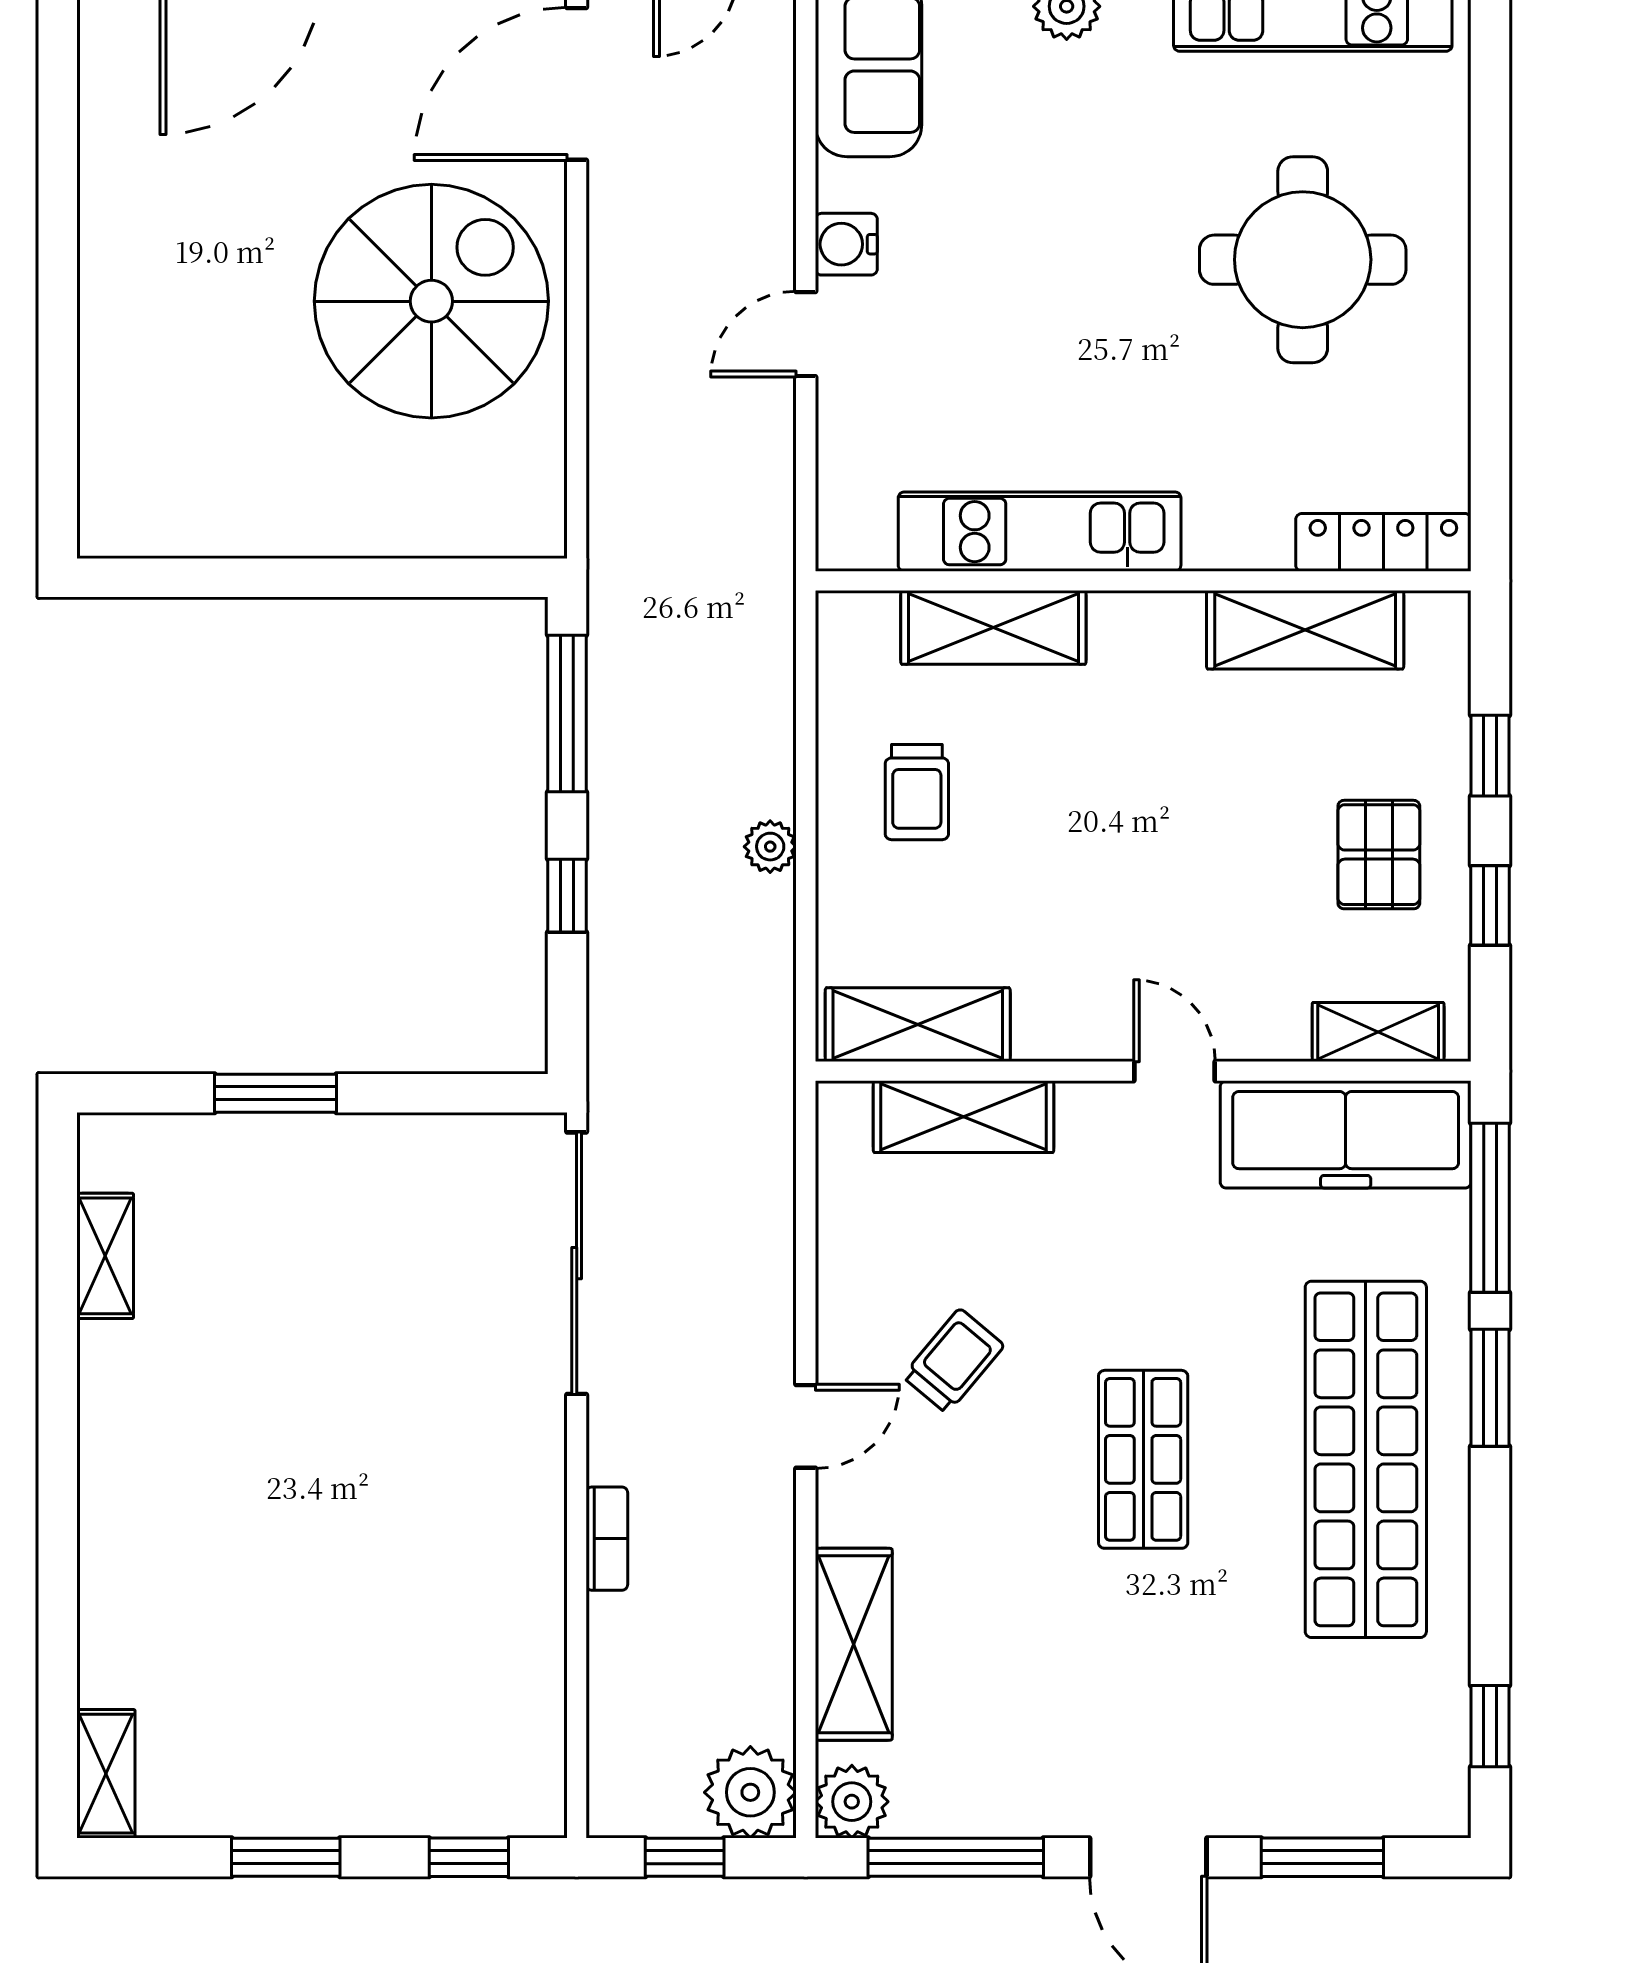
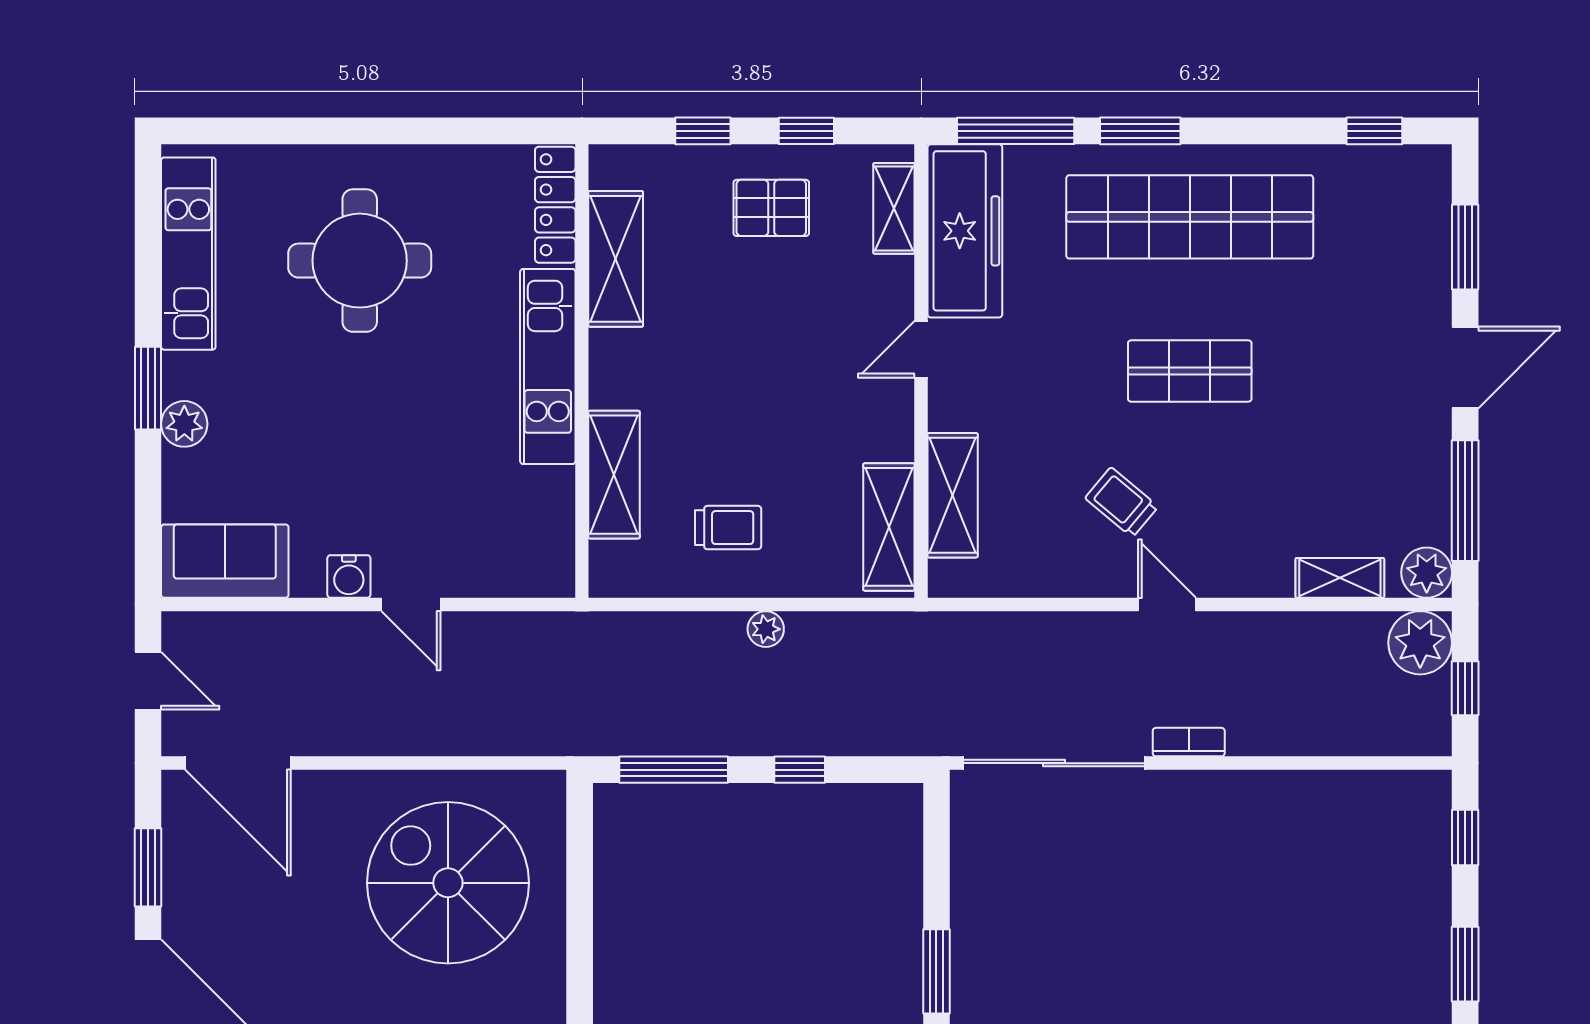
spiral stairs: (431, 301) -> (448, 883), moved
kitchen unit: (1040, 532) -> (548, 367), moved
bookcase: (607, 1539) -> (1189, 742), moved
shelving: (854, 1644) -> (1340, 578), width x0.67, depth x0.75

